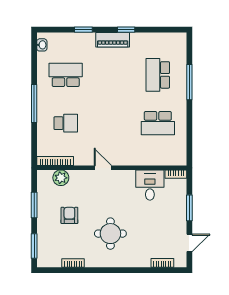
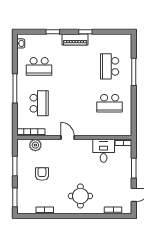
school desk: (66, 75) -> (39, 66), turned 180
school desk: (66, 123) -> (39, 103), width x1.85
round table: (110, 234) -> (80, 196), moved

